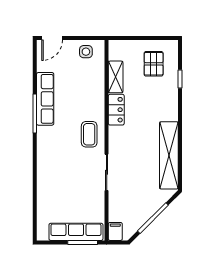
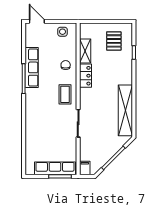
door: (52, 38) -> (37, 21), swing flipped
chair: (90, 96) -> (66, 65), added

